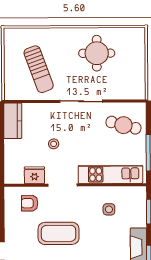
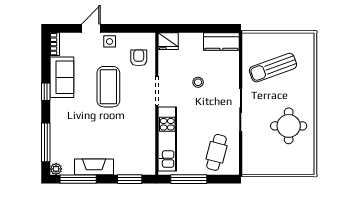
fridge: (34, 175) -> (168, 41), moved, turned 90
side table: (109, 209) -> (110, 41), moved

